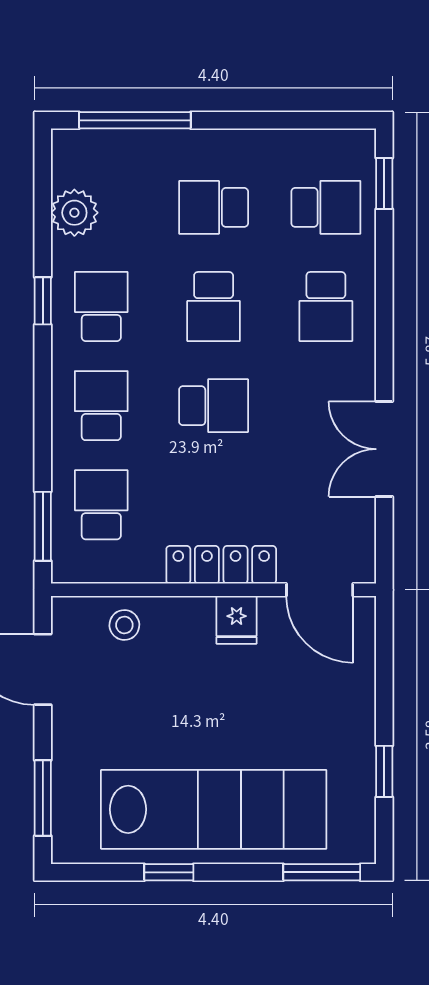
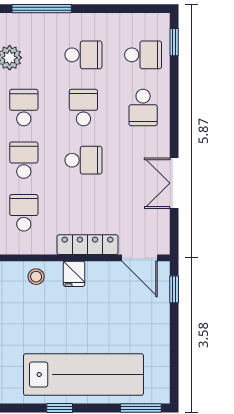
school desk: (214, 207) -> (83, 55), turned 180
school desk: (214, 307) -> (83, 108), turned 180
fridge: (237, 620) -> (74, 274), moved
window: (384, 771) -> (174, 289), moved

